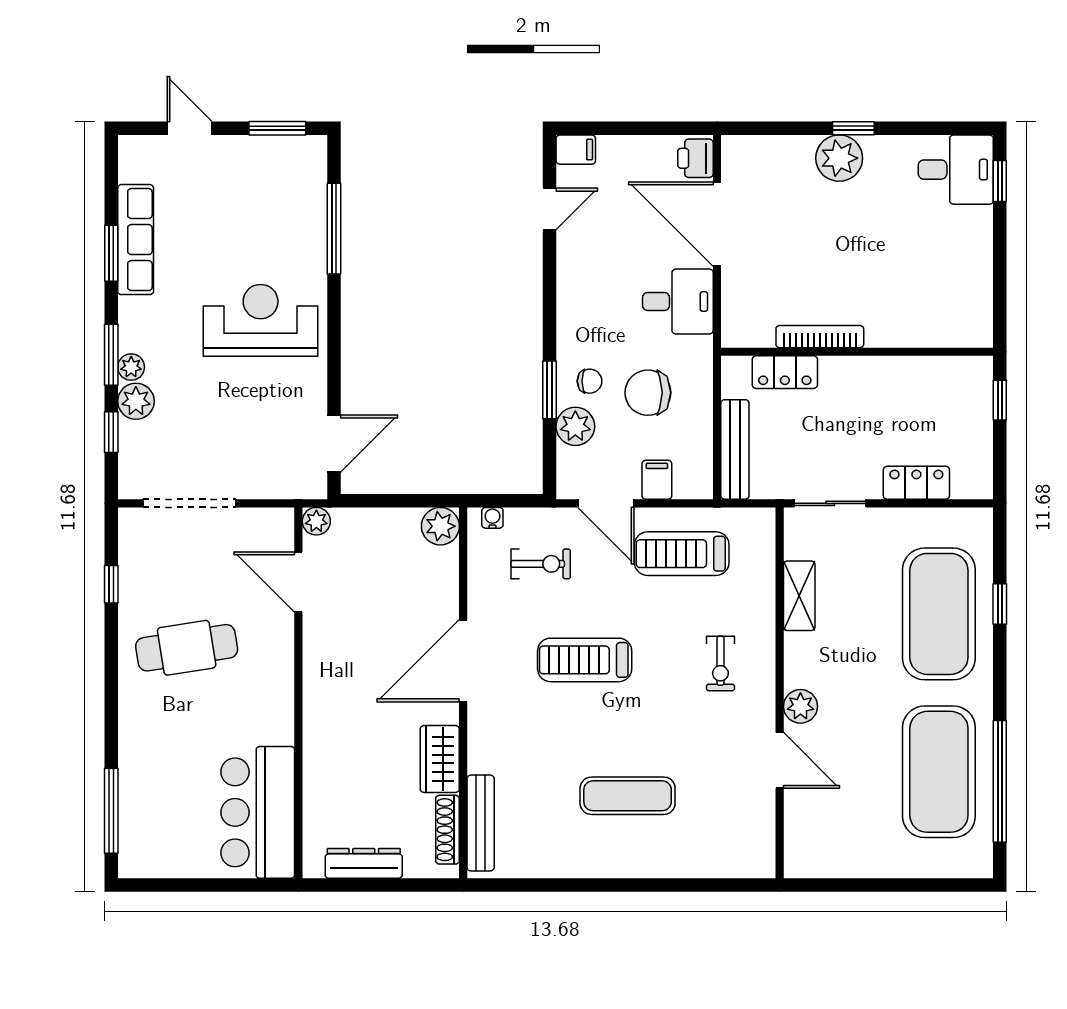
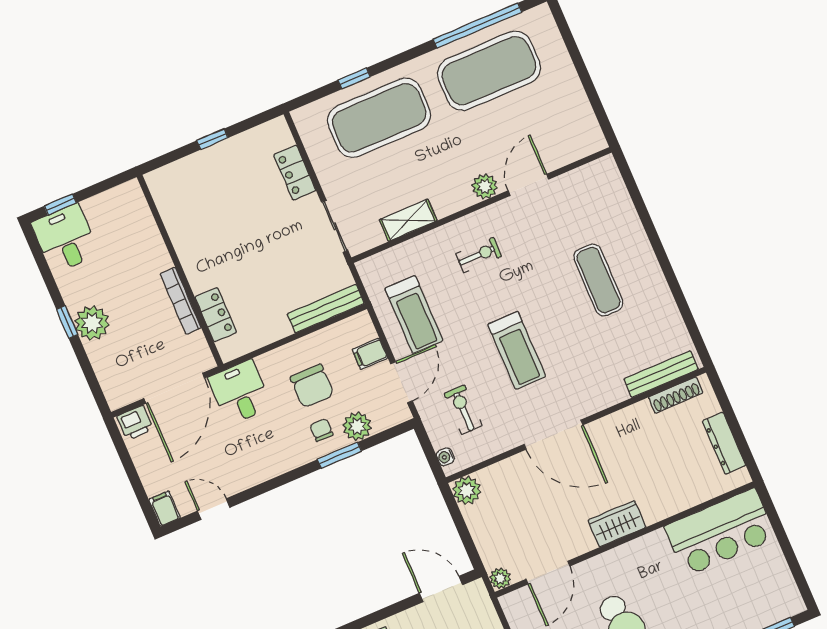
bookcase: (820, 337) -> (181, 301), moved
wall: (857, 352) -> (180, 270), moved
locker: (785, 372) -> (216, 315), moved
wardrobe: (440, 759) -> (617, 524), moved, turned 180

